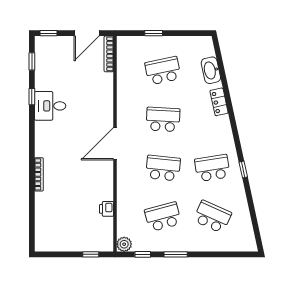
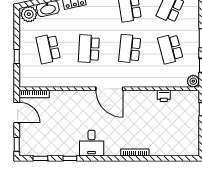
plant: (204, 48) -> (29, 14), added
desk: (50, 106) -> (92, 143), moved

